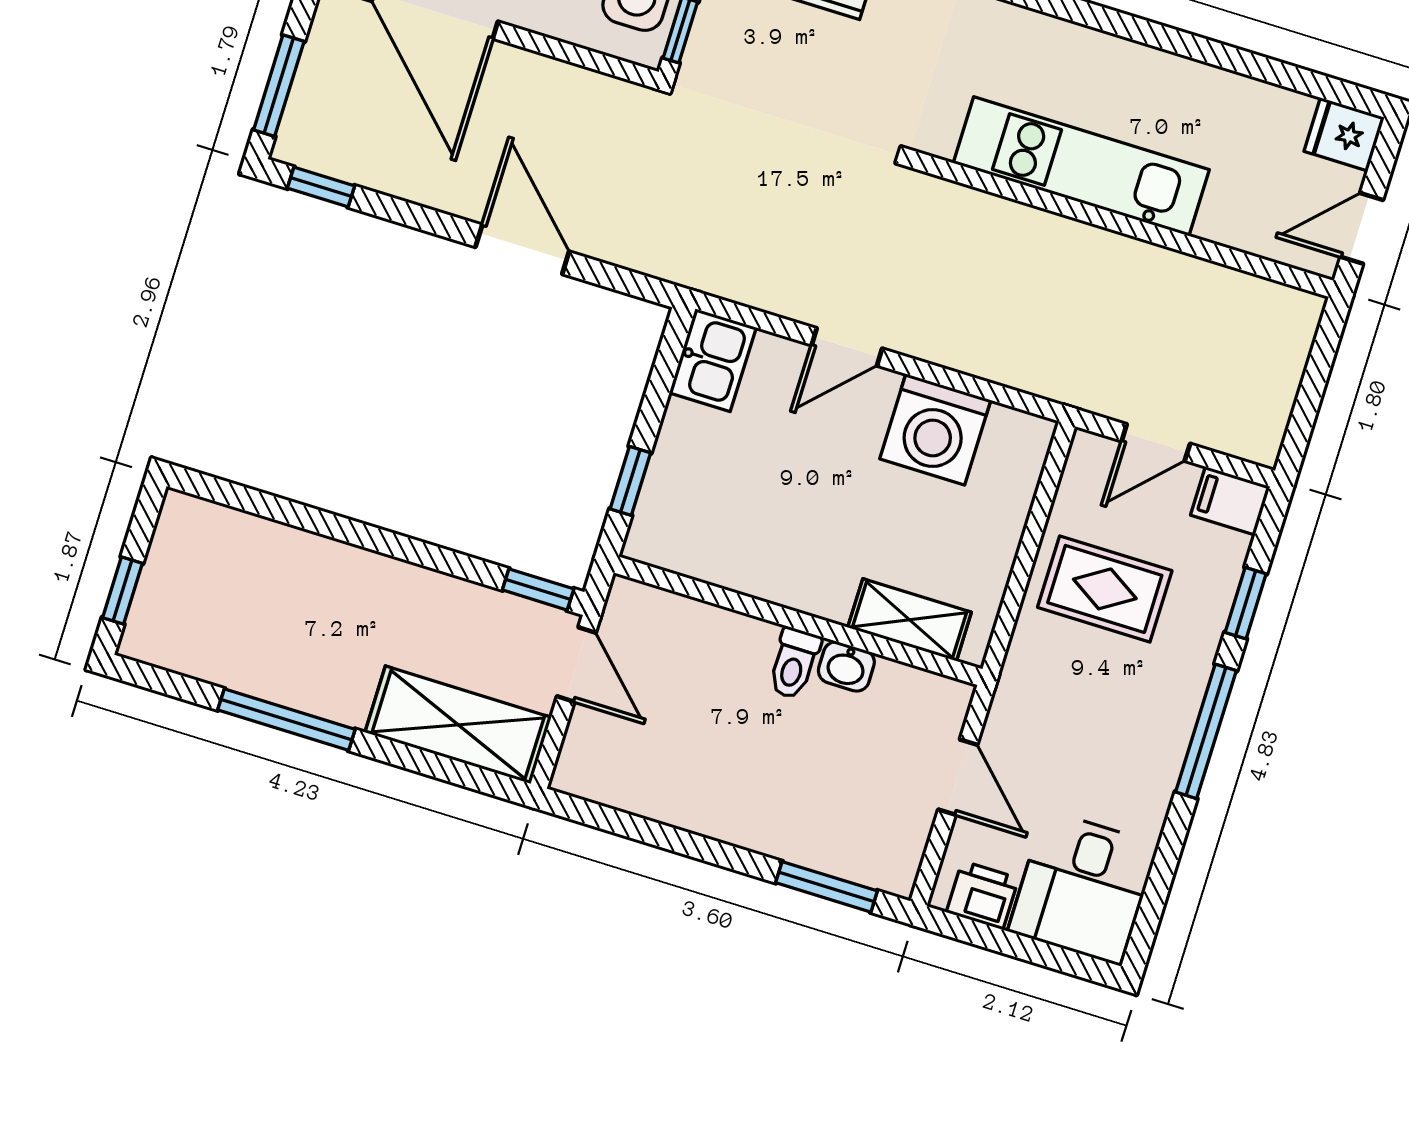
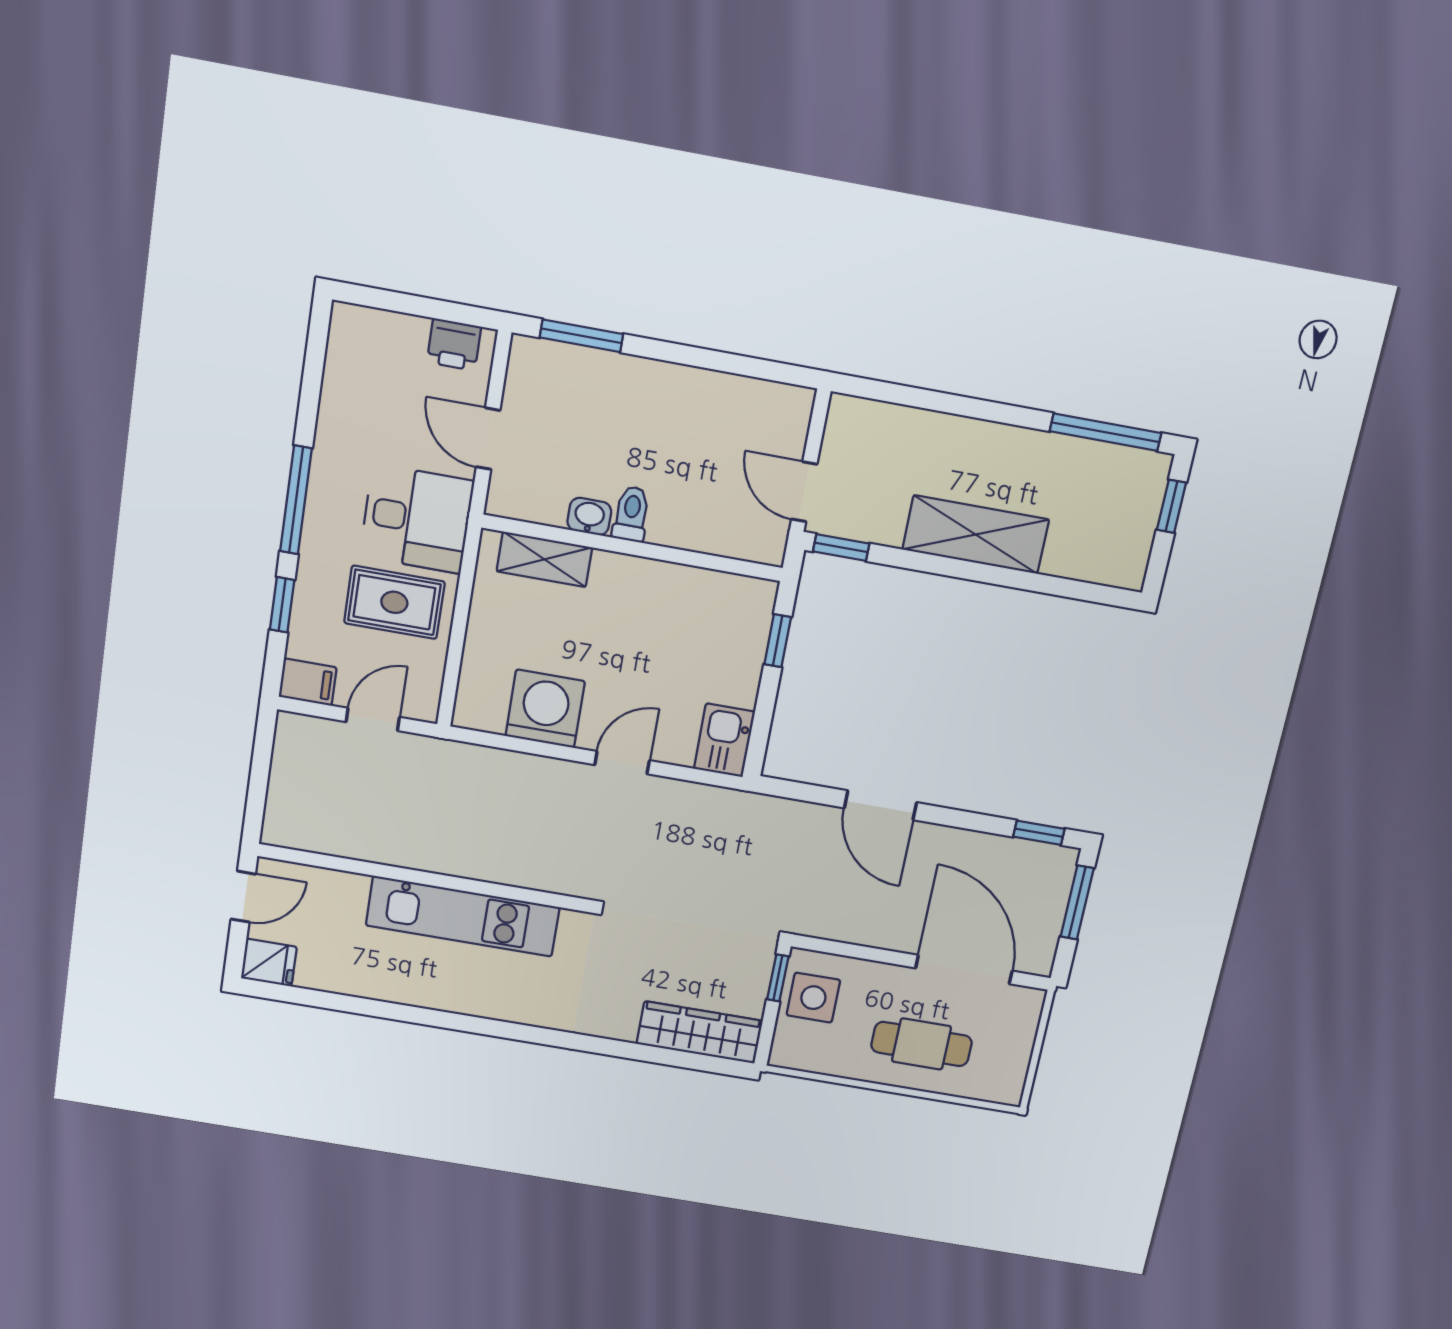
window: (286, 720) -> (1106, 432), moved
shelving: (458, 725) -> (976, 535), moved
desk: (1083, 888) -> (417, 519), moved, turned 90

